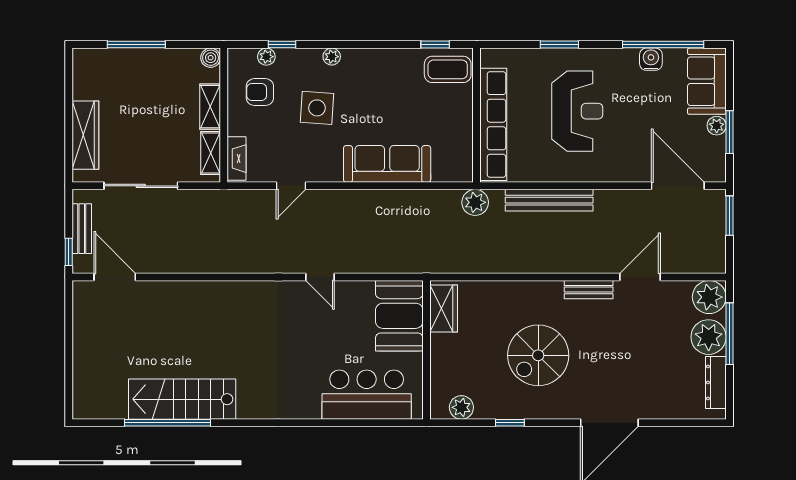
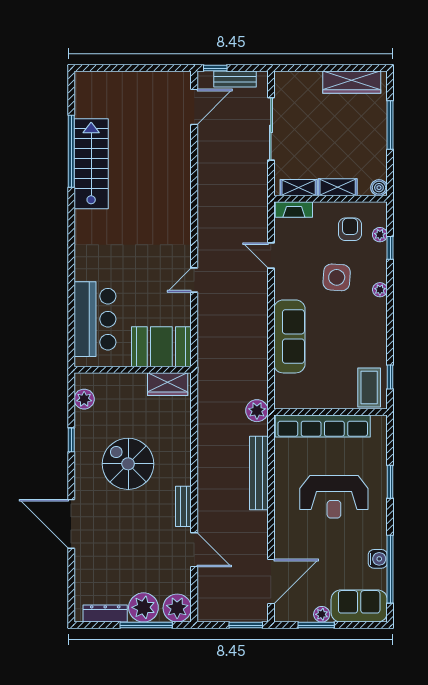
wardrobe: (85, 135) -> (352, 82), moved

